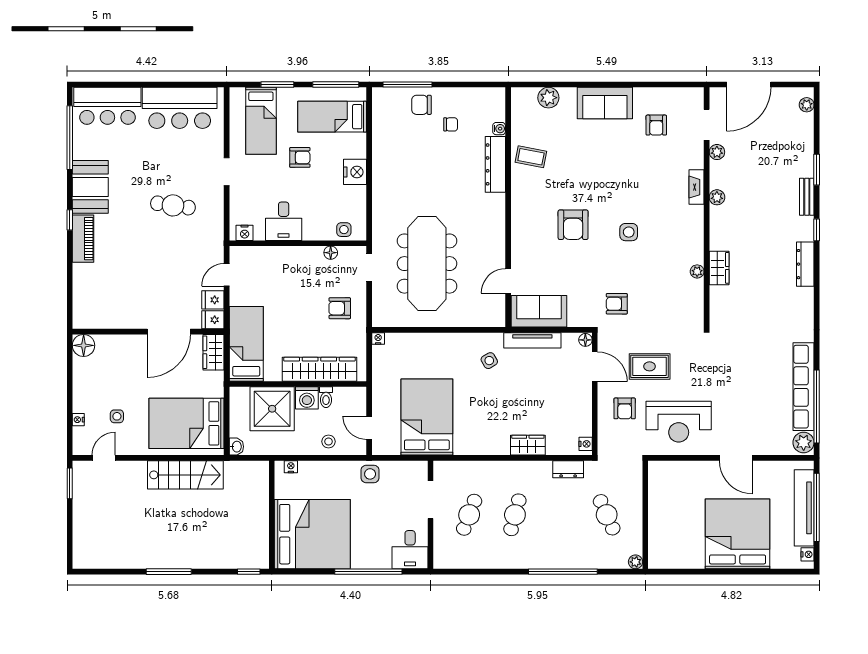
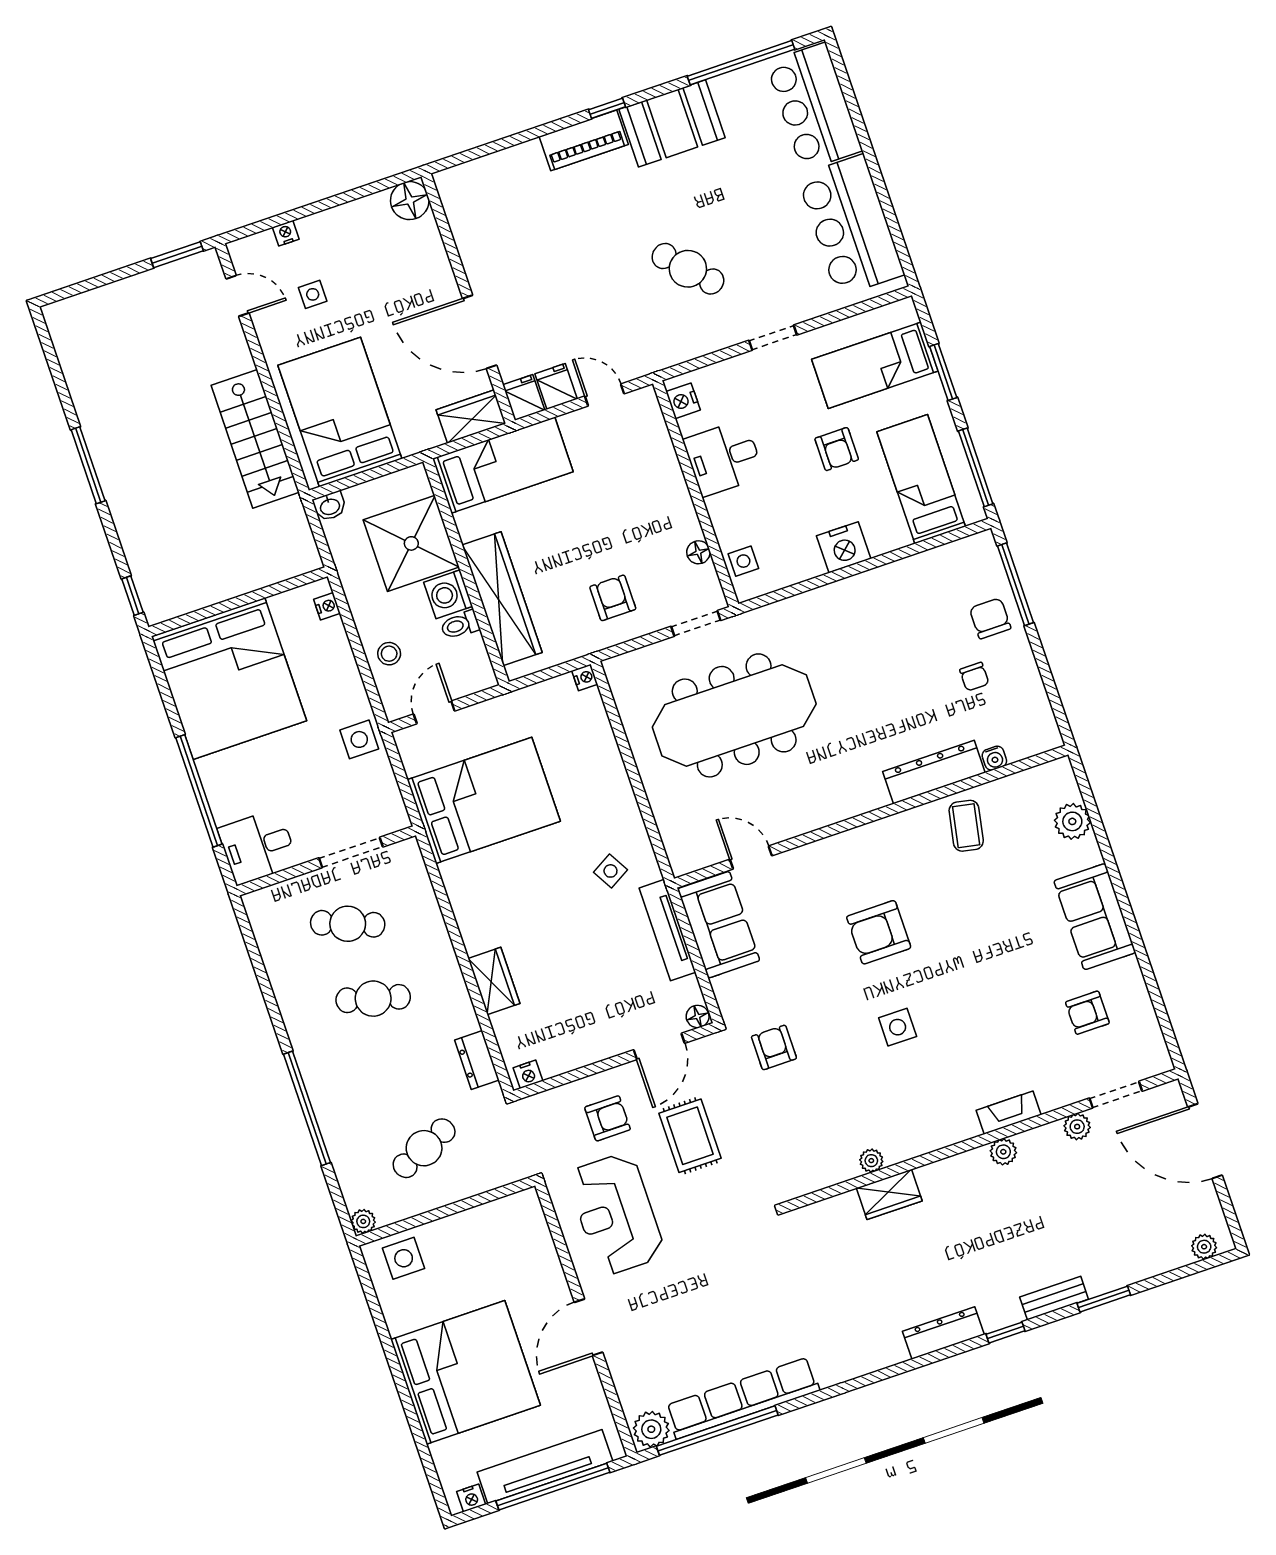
cafe table: (173, 205) -> (688, 269), turned -51
armchair: (625, 408) -> (608, 1118), turned 180
side table: (663, 547) -> (404, 1258), added

